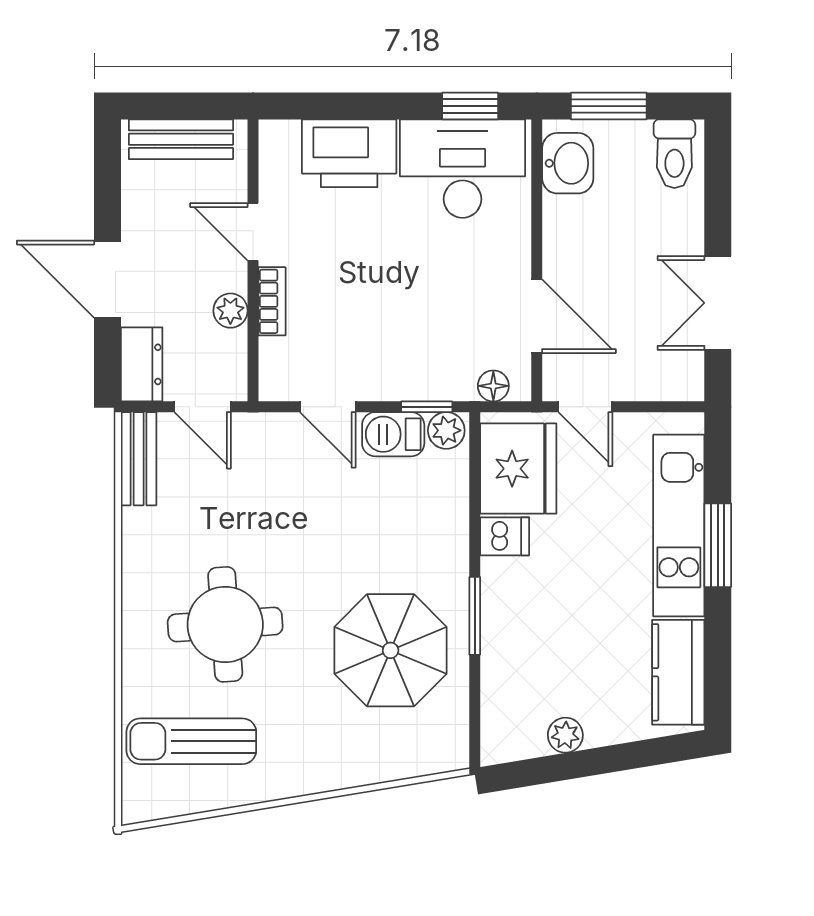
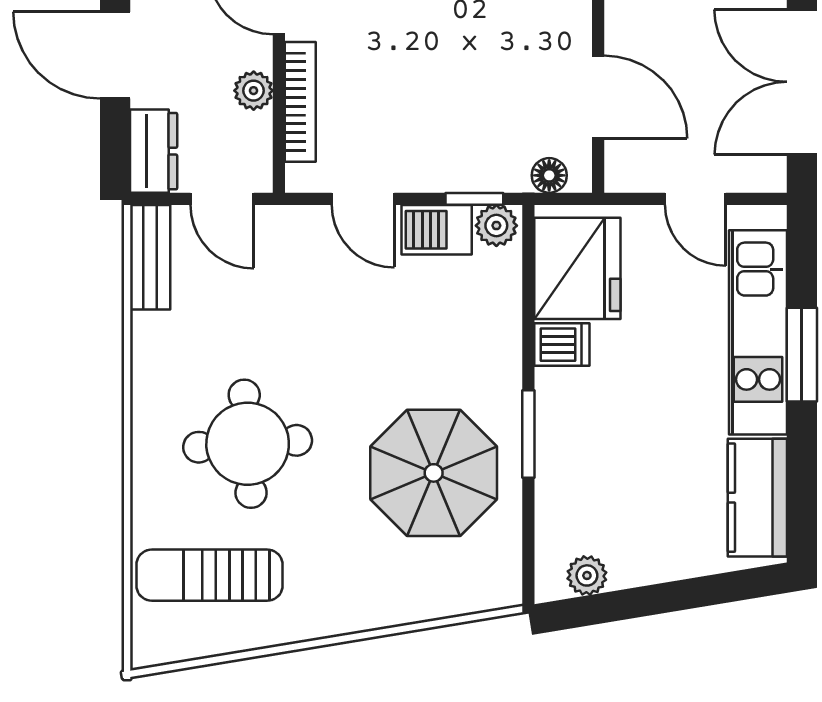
bookcase: (272, 301) -> (300, 102), width x1.56
double door: (718, 303) -> (802, 82), width x1.37
door: (585, 407) -> (695, 199), moved
plant: (565, 735) -> (587, 575), moved

